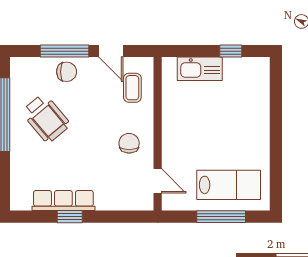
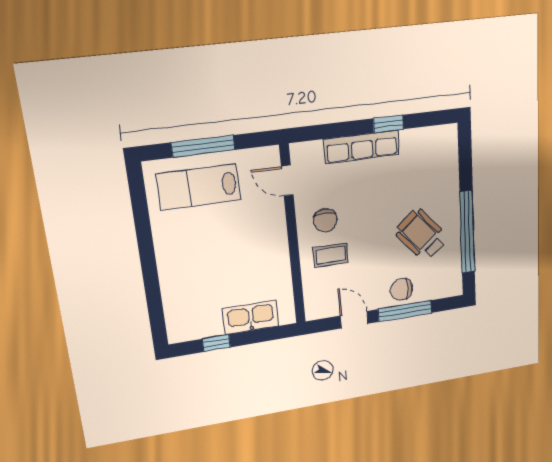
coffee table: (132, 88) -> (331, 255), moved, turned 90
row of seats: (63, 201) -> (362, 147), moved

